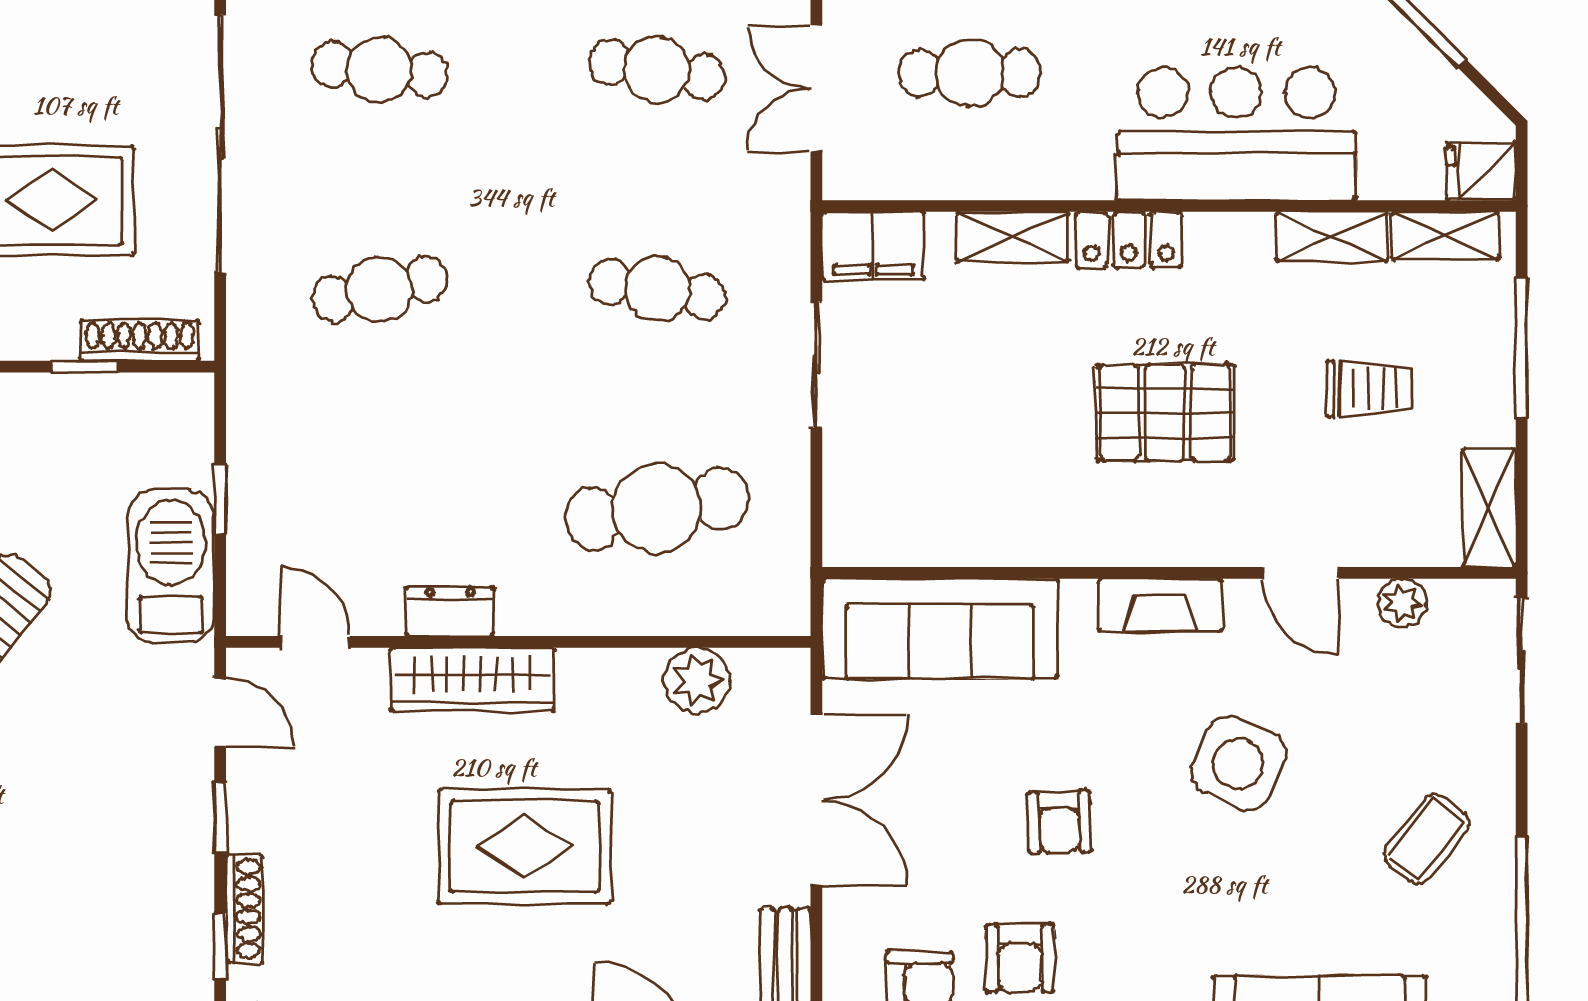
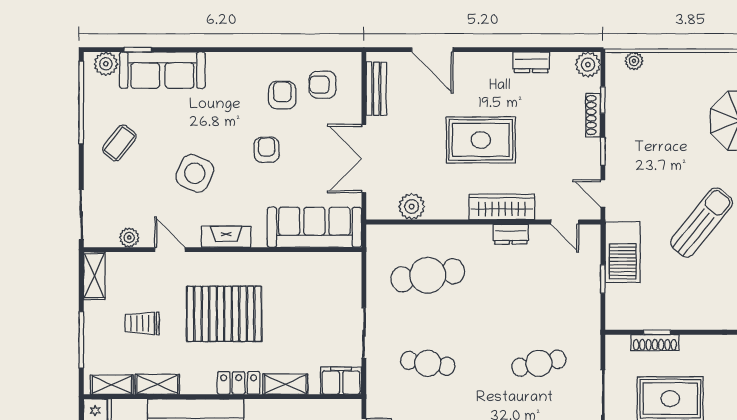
shoe rack: (140, 341) -> (655, 343), moved
pallet: (1165, 413) -> (224, 314), width x1.37, depth x1.41

